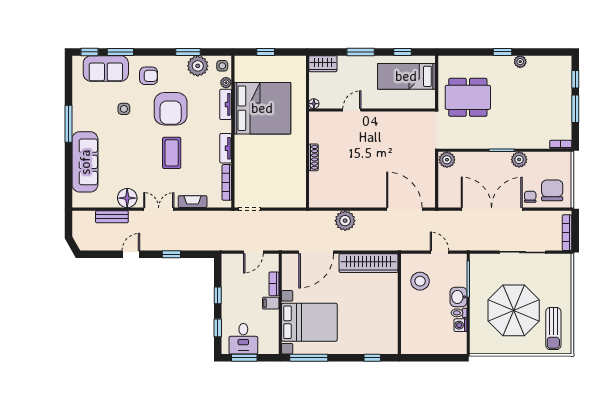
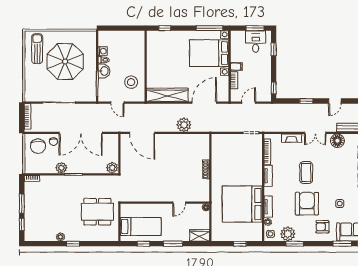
window: (218, 295) -> (274, 88), moved

